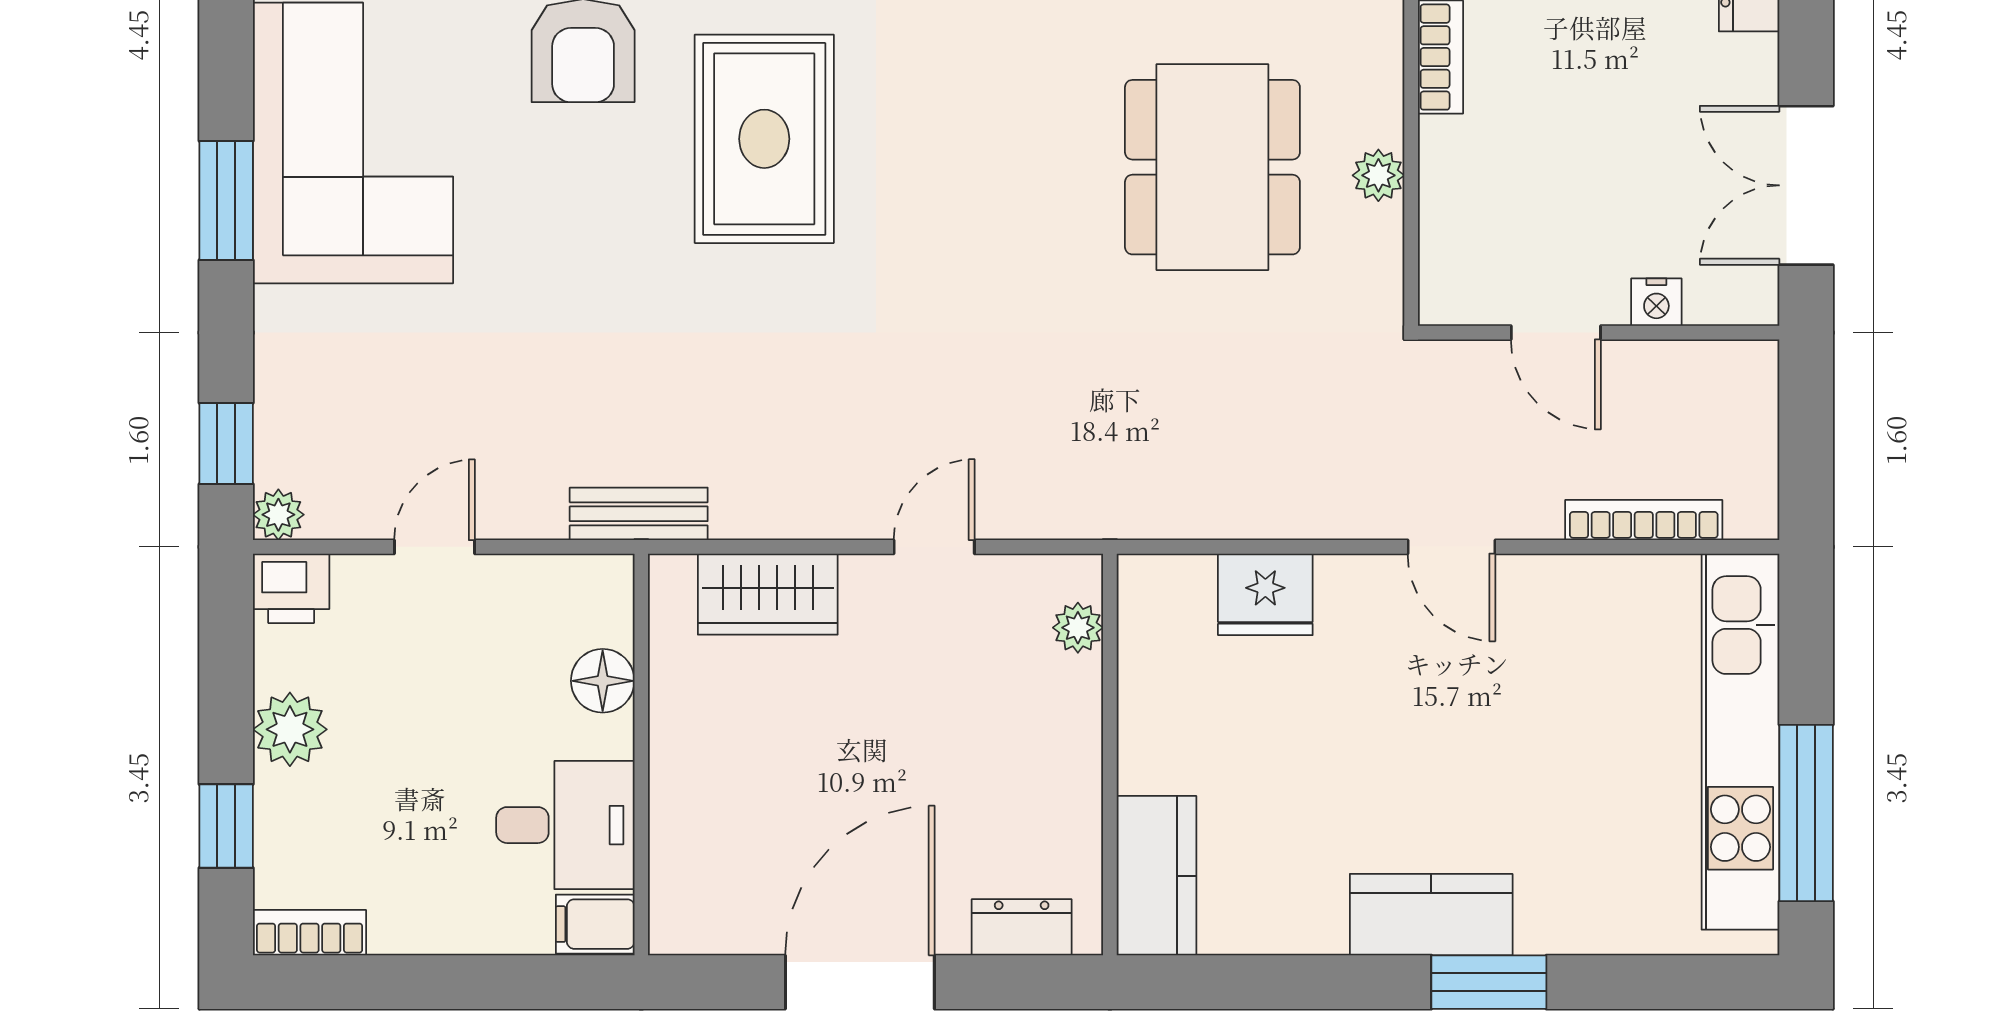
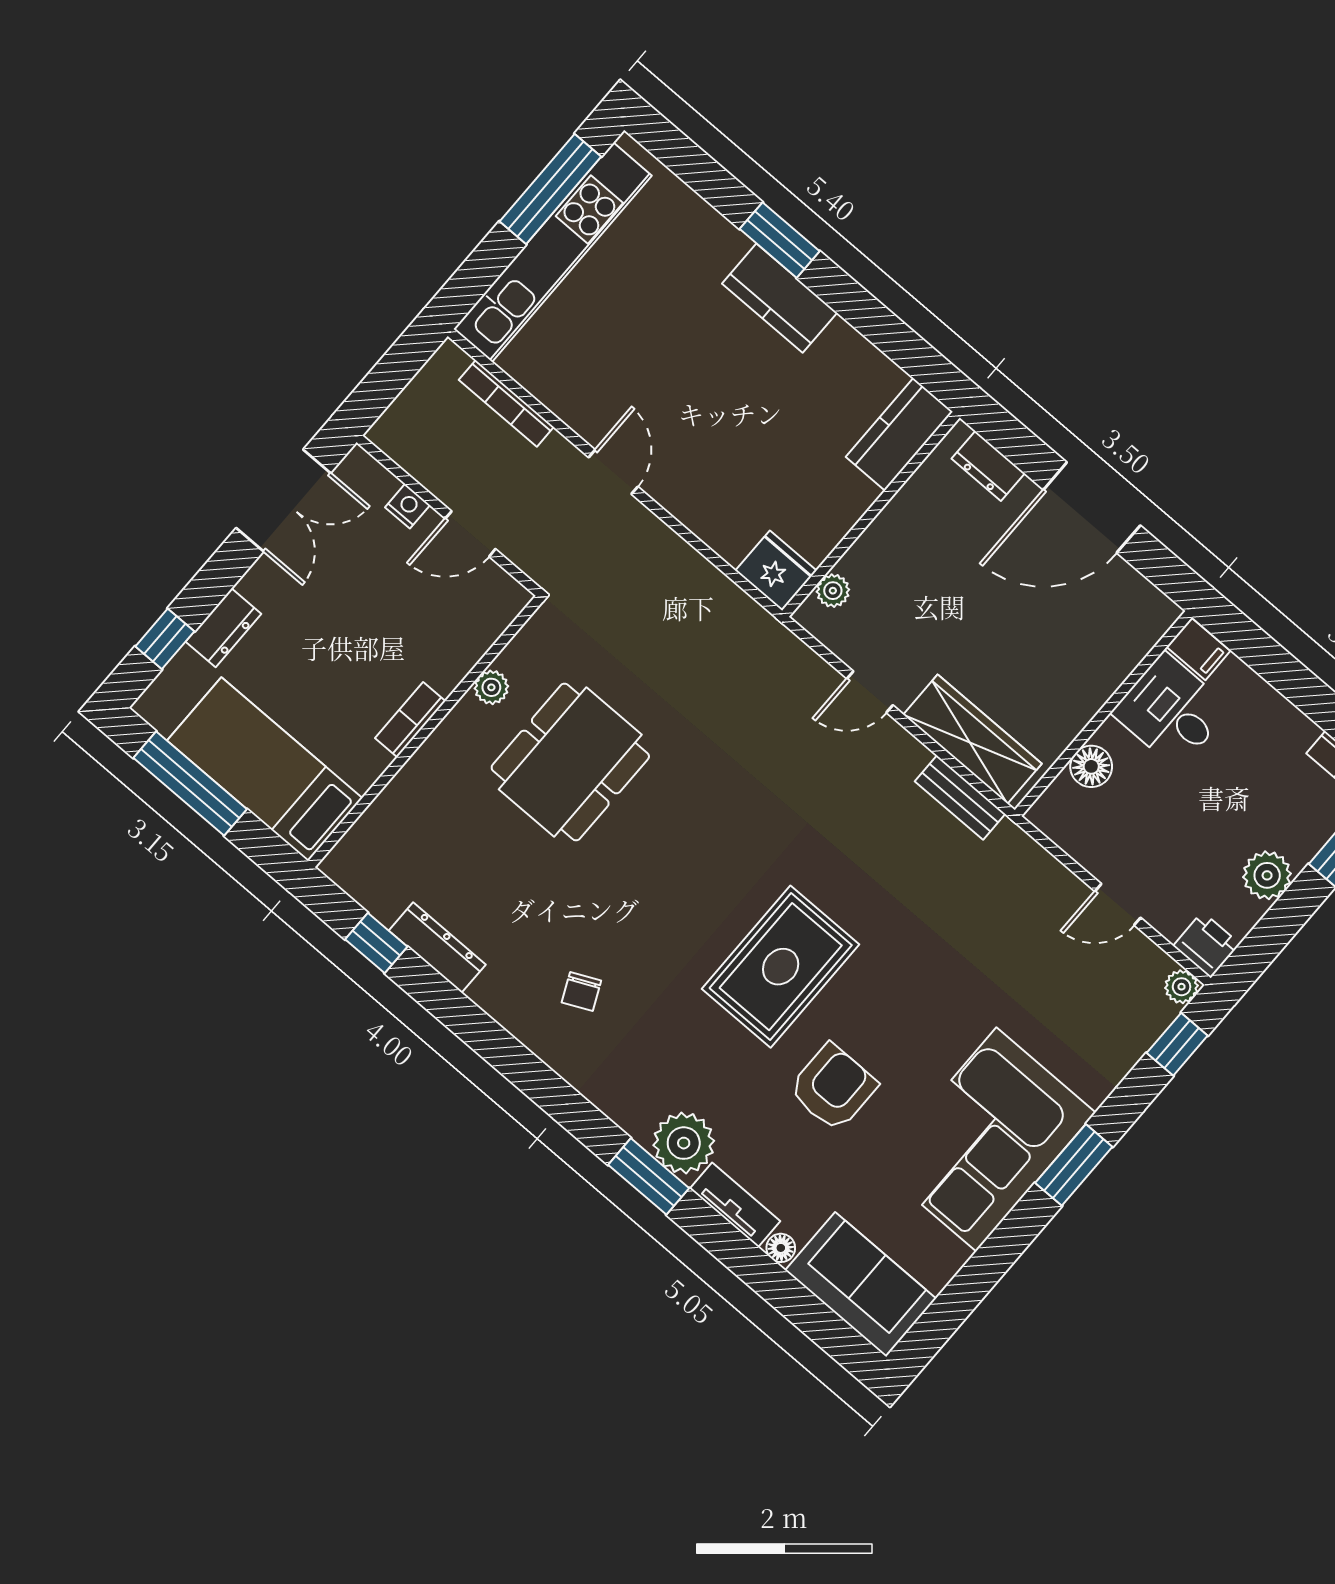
door: (1556, 333) -> (470, 534), swing flipped
bench: (639, 514) -> (960, 798), moved
wardrobe: (768, 594) -> (972, 739), width x1.50
fridge: (1265, 594) -> (776, 571), moved

